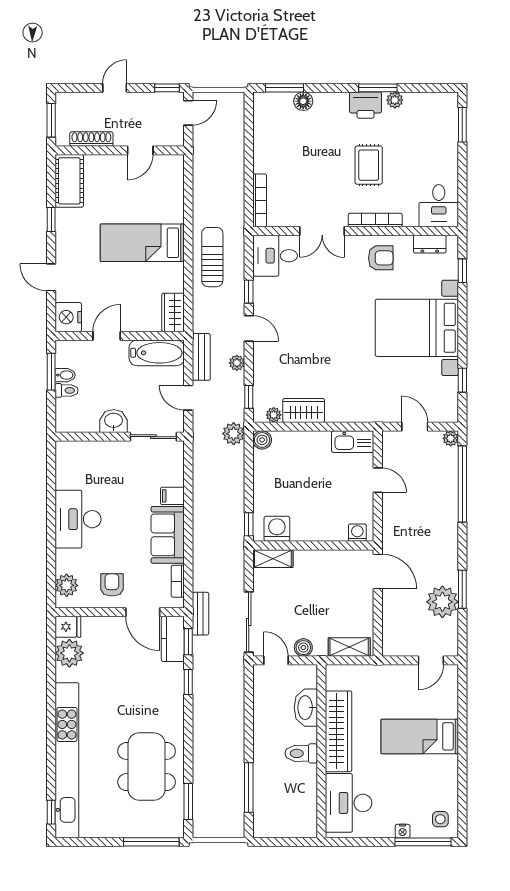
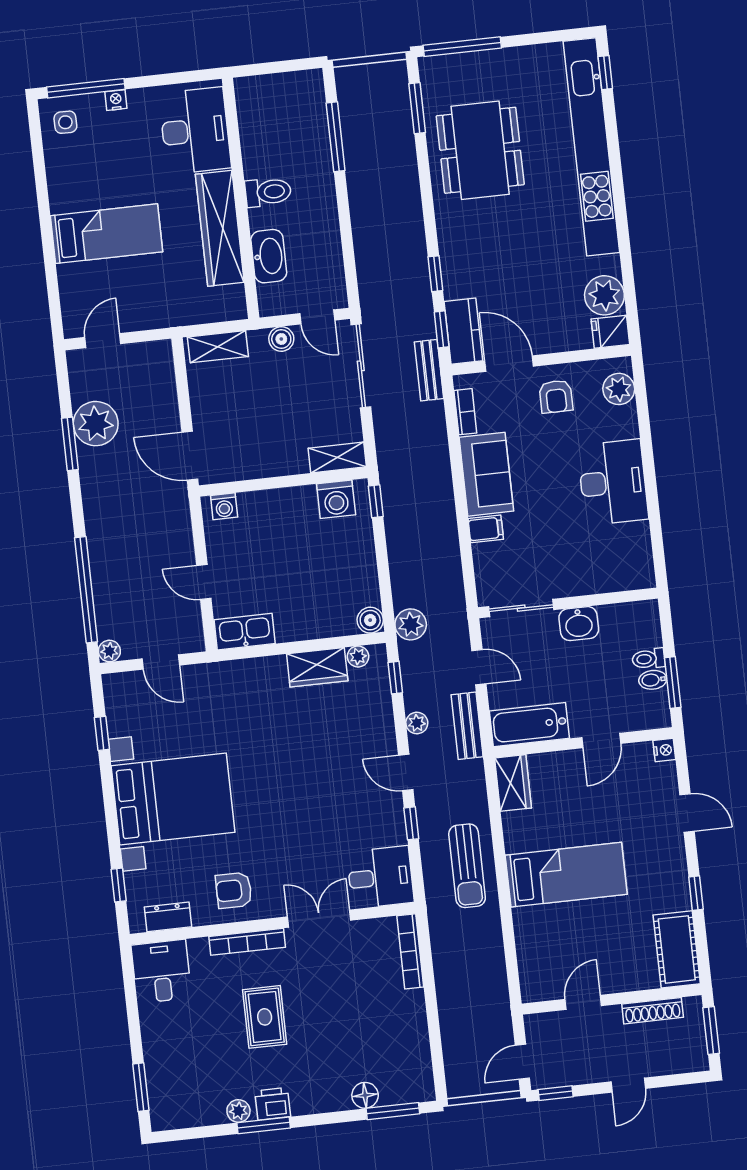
printer: (366, 105) -> (273, 1104), width x0.73, depth x0.81
nightstand: (68, 317) -> (664, 750), width x0.53, depth x0.56

